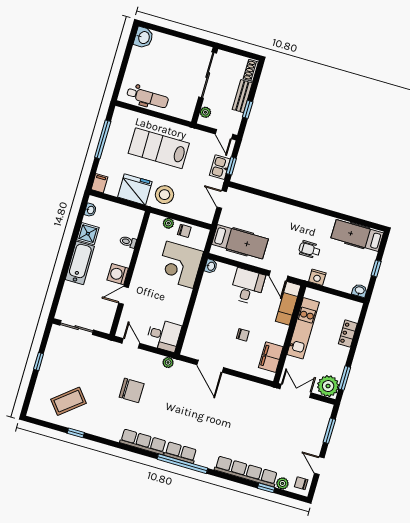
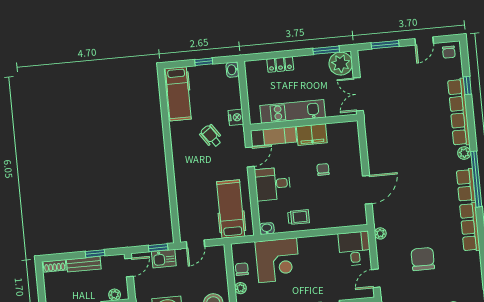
wheelchair: (309, 250) -> (211, 136), turned 145
trolley: (210, 298) -> (299, 217), added
filing cabinet: (271, 357) -> (312, 135), moved
plant: (282, 483) -> (464, 153), moved

